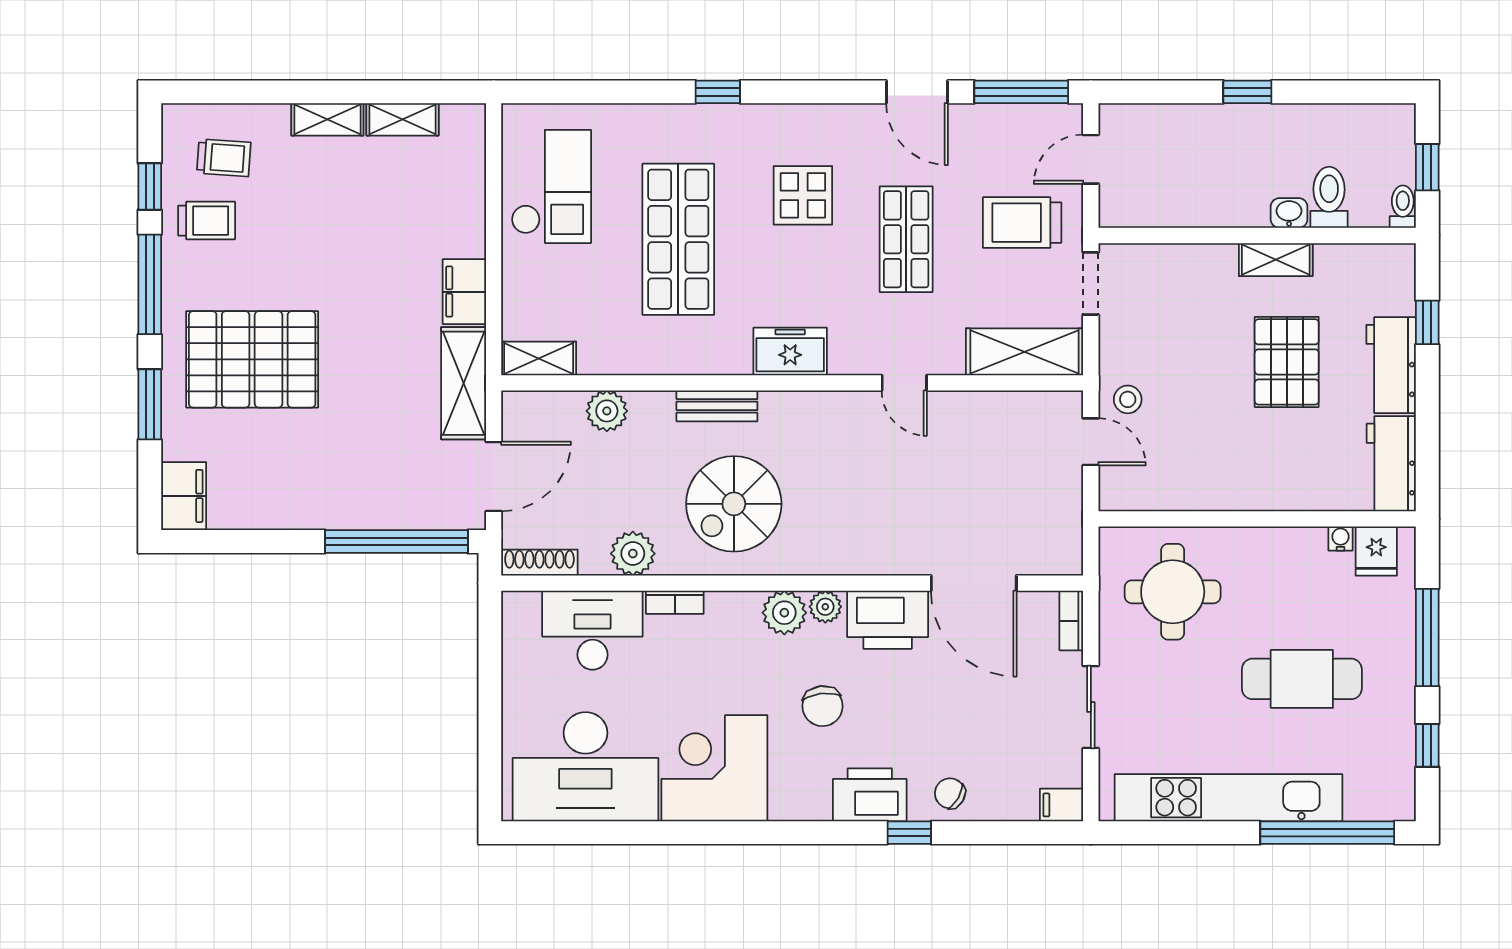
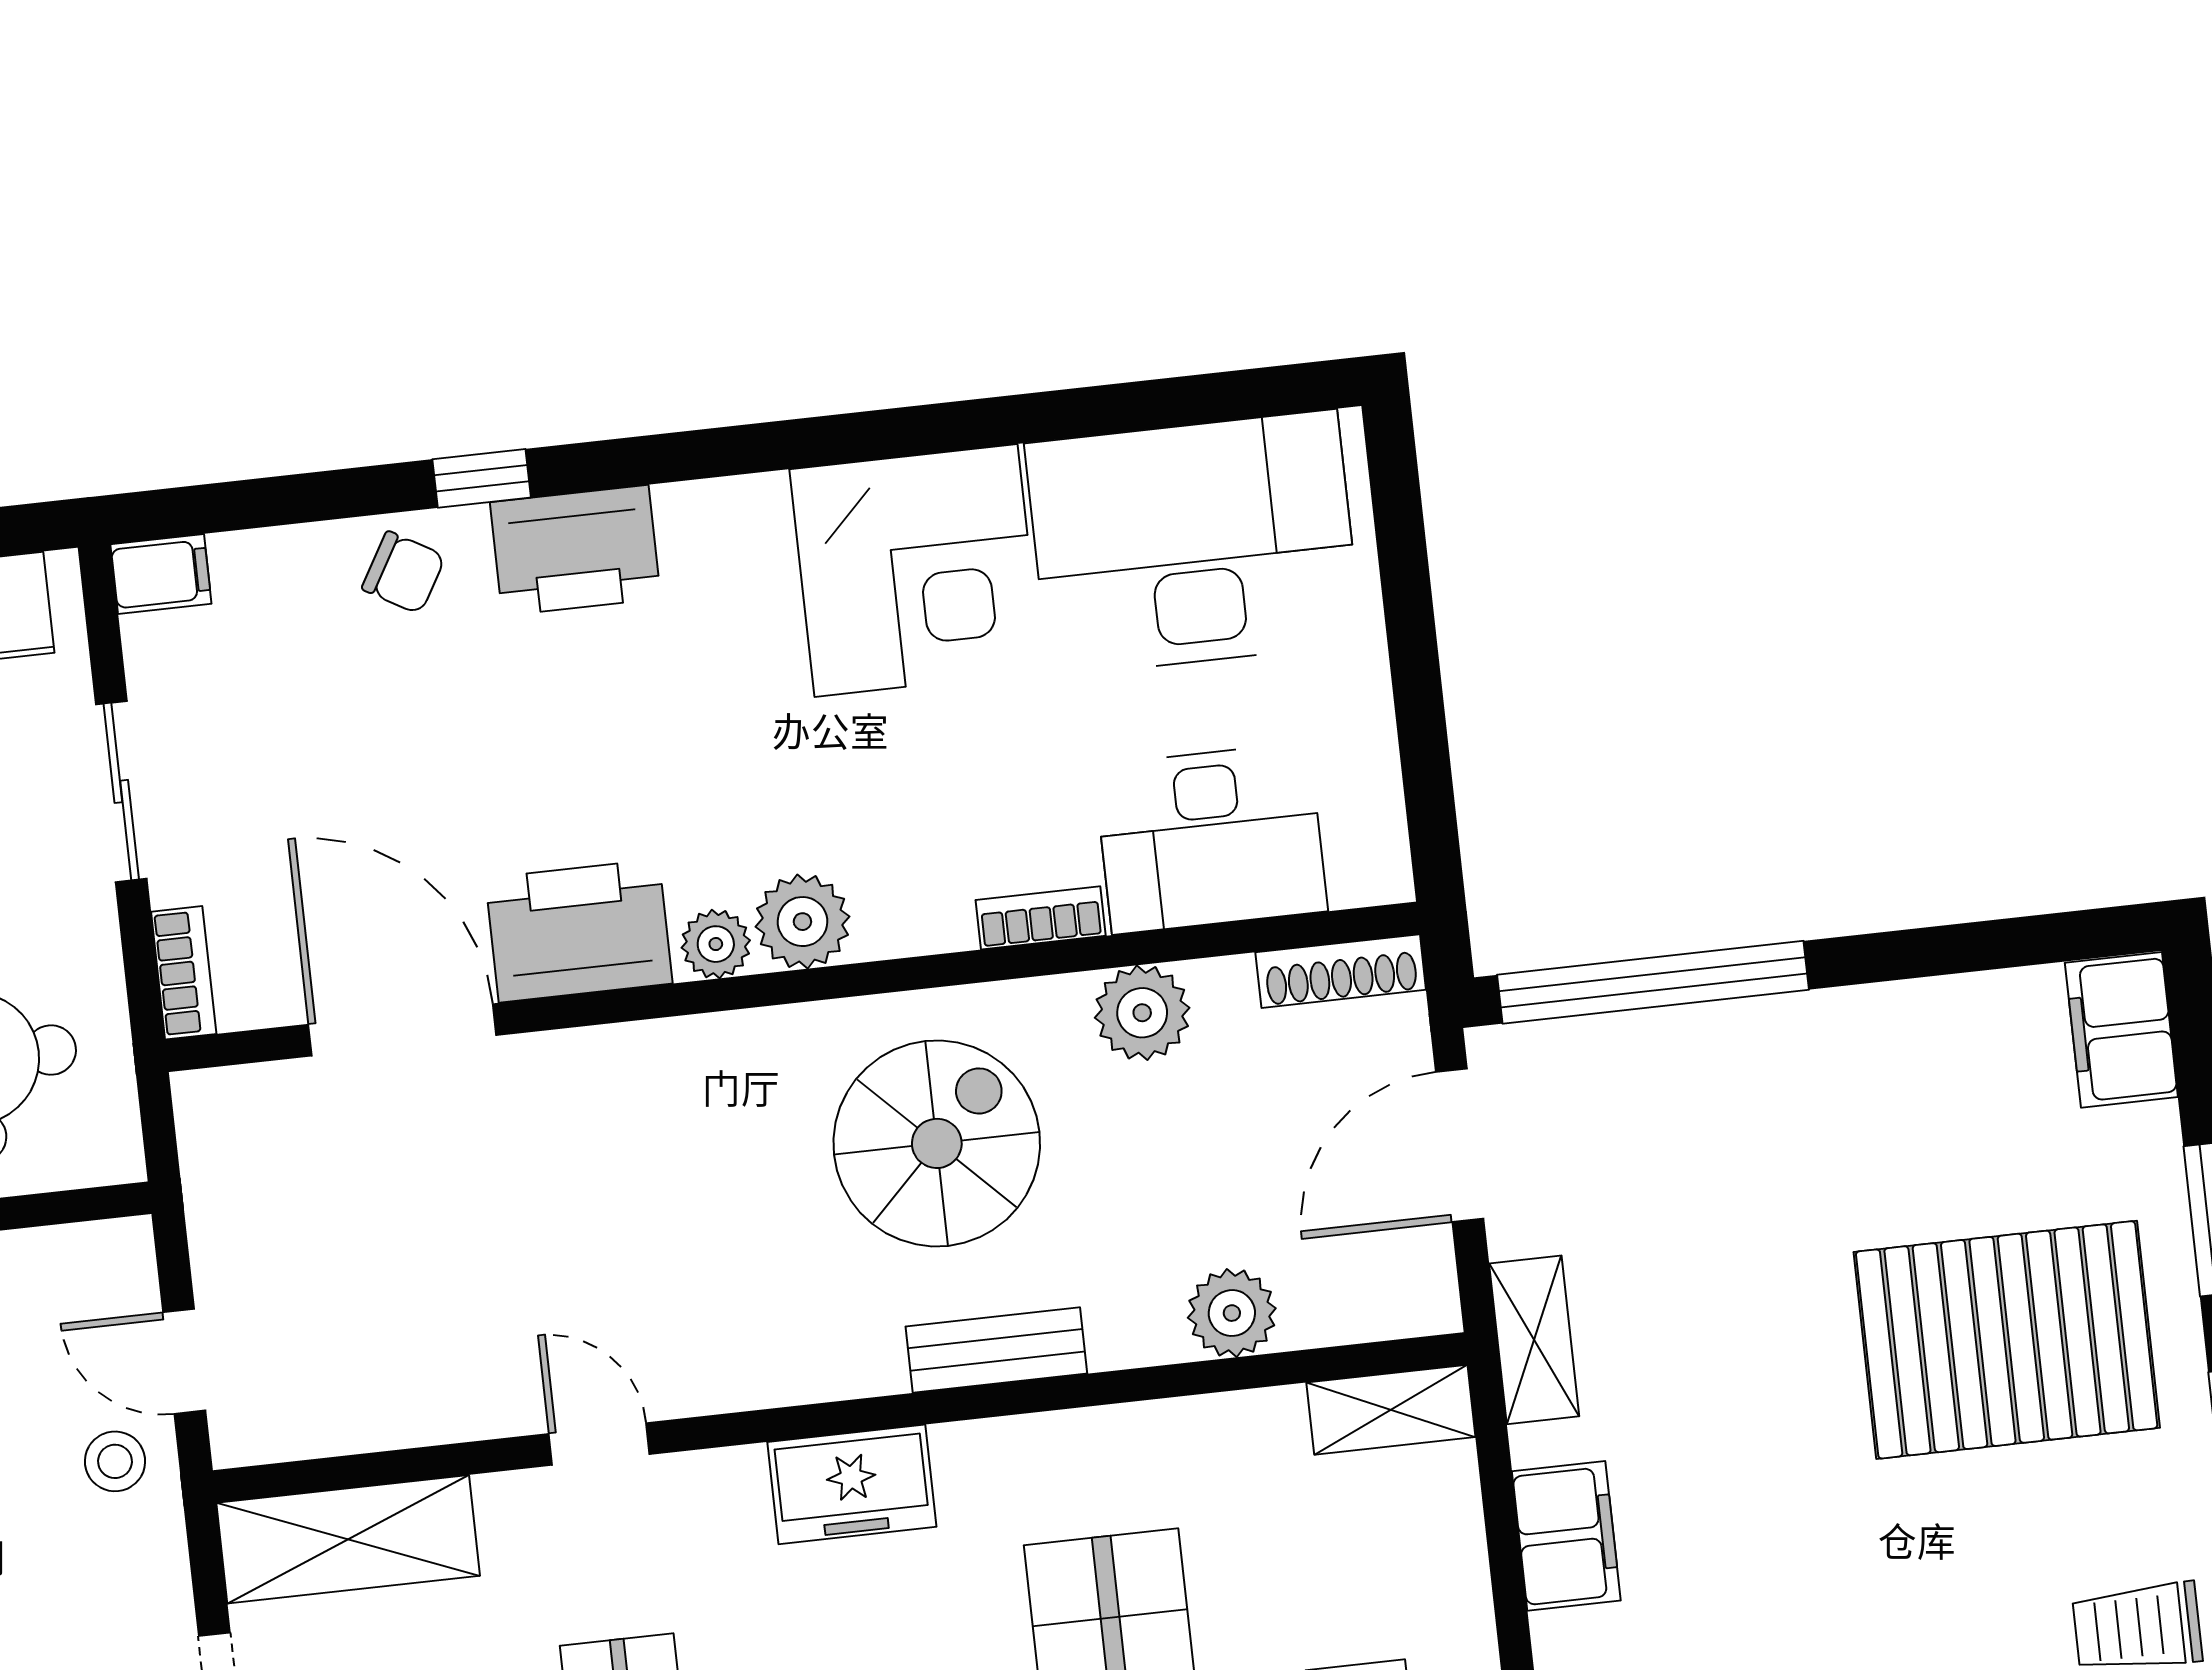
shelving: (464, 383) -> (1534, 1340), width x0.67, depth x0.75
chair: (823, 706) -> (698, 730), removed

